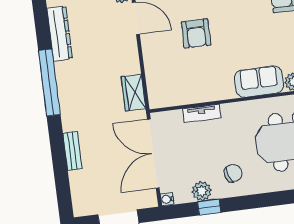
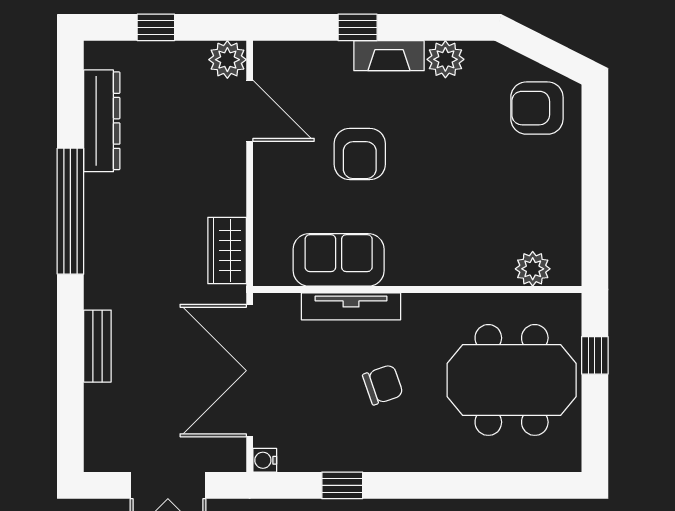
sofa: (259, 81) -> (339, 260), moved
tv unit: (202, 113) -> (351, 306), width x1.41
chair: (233, 173) -> (383, 385), moved
plant: (202, 191) -> (332, 453), removed

